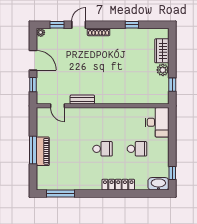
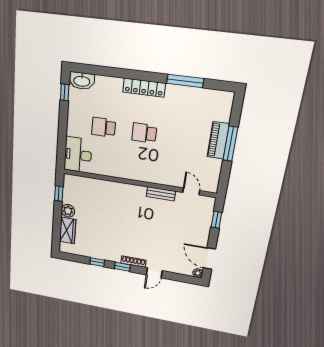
window: (57, 25) -> (122, 267), moved
door: (33, 60) -> (209, 259), moved
locker: (118, 185) -> (144, 88), moved
window: (61, 194) -> (185, 81), moved

